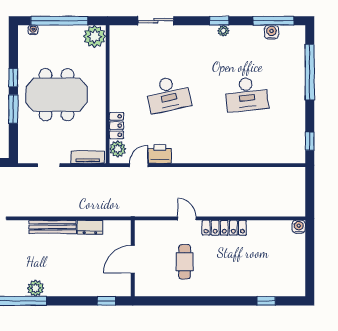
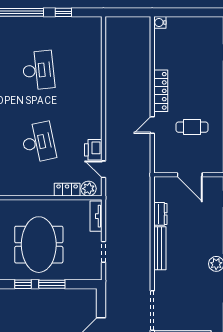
window: (310, 141) -> (63, 12), moved

